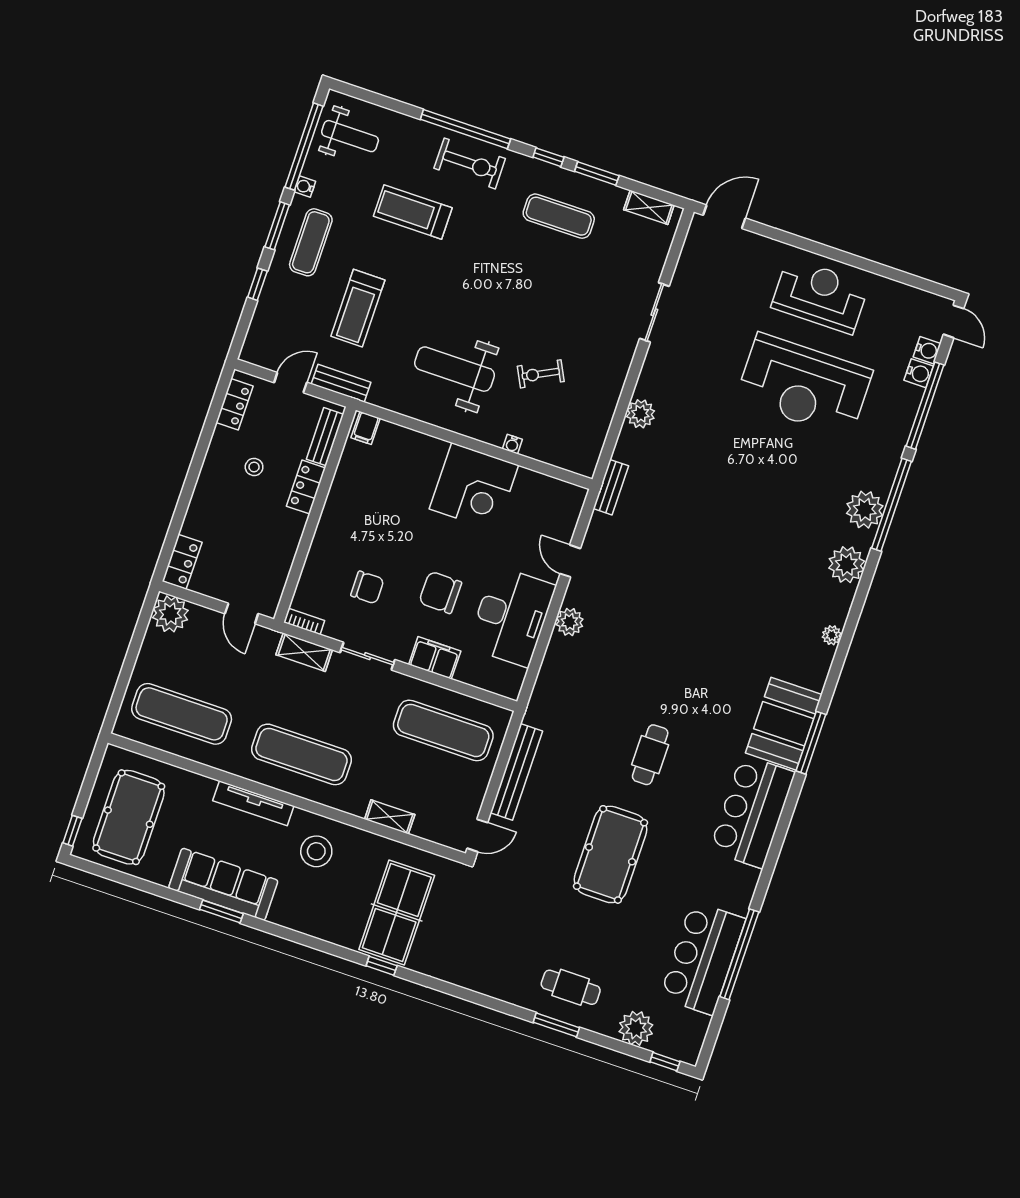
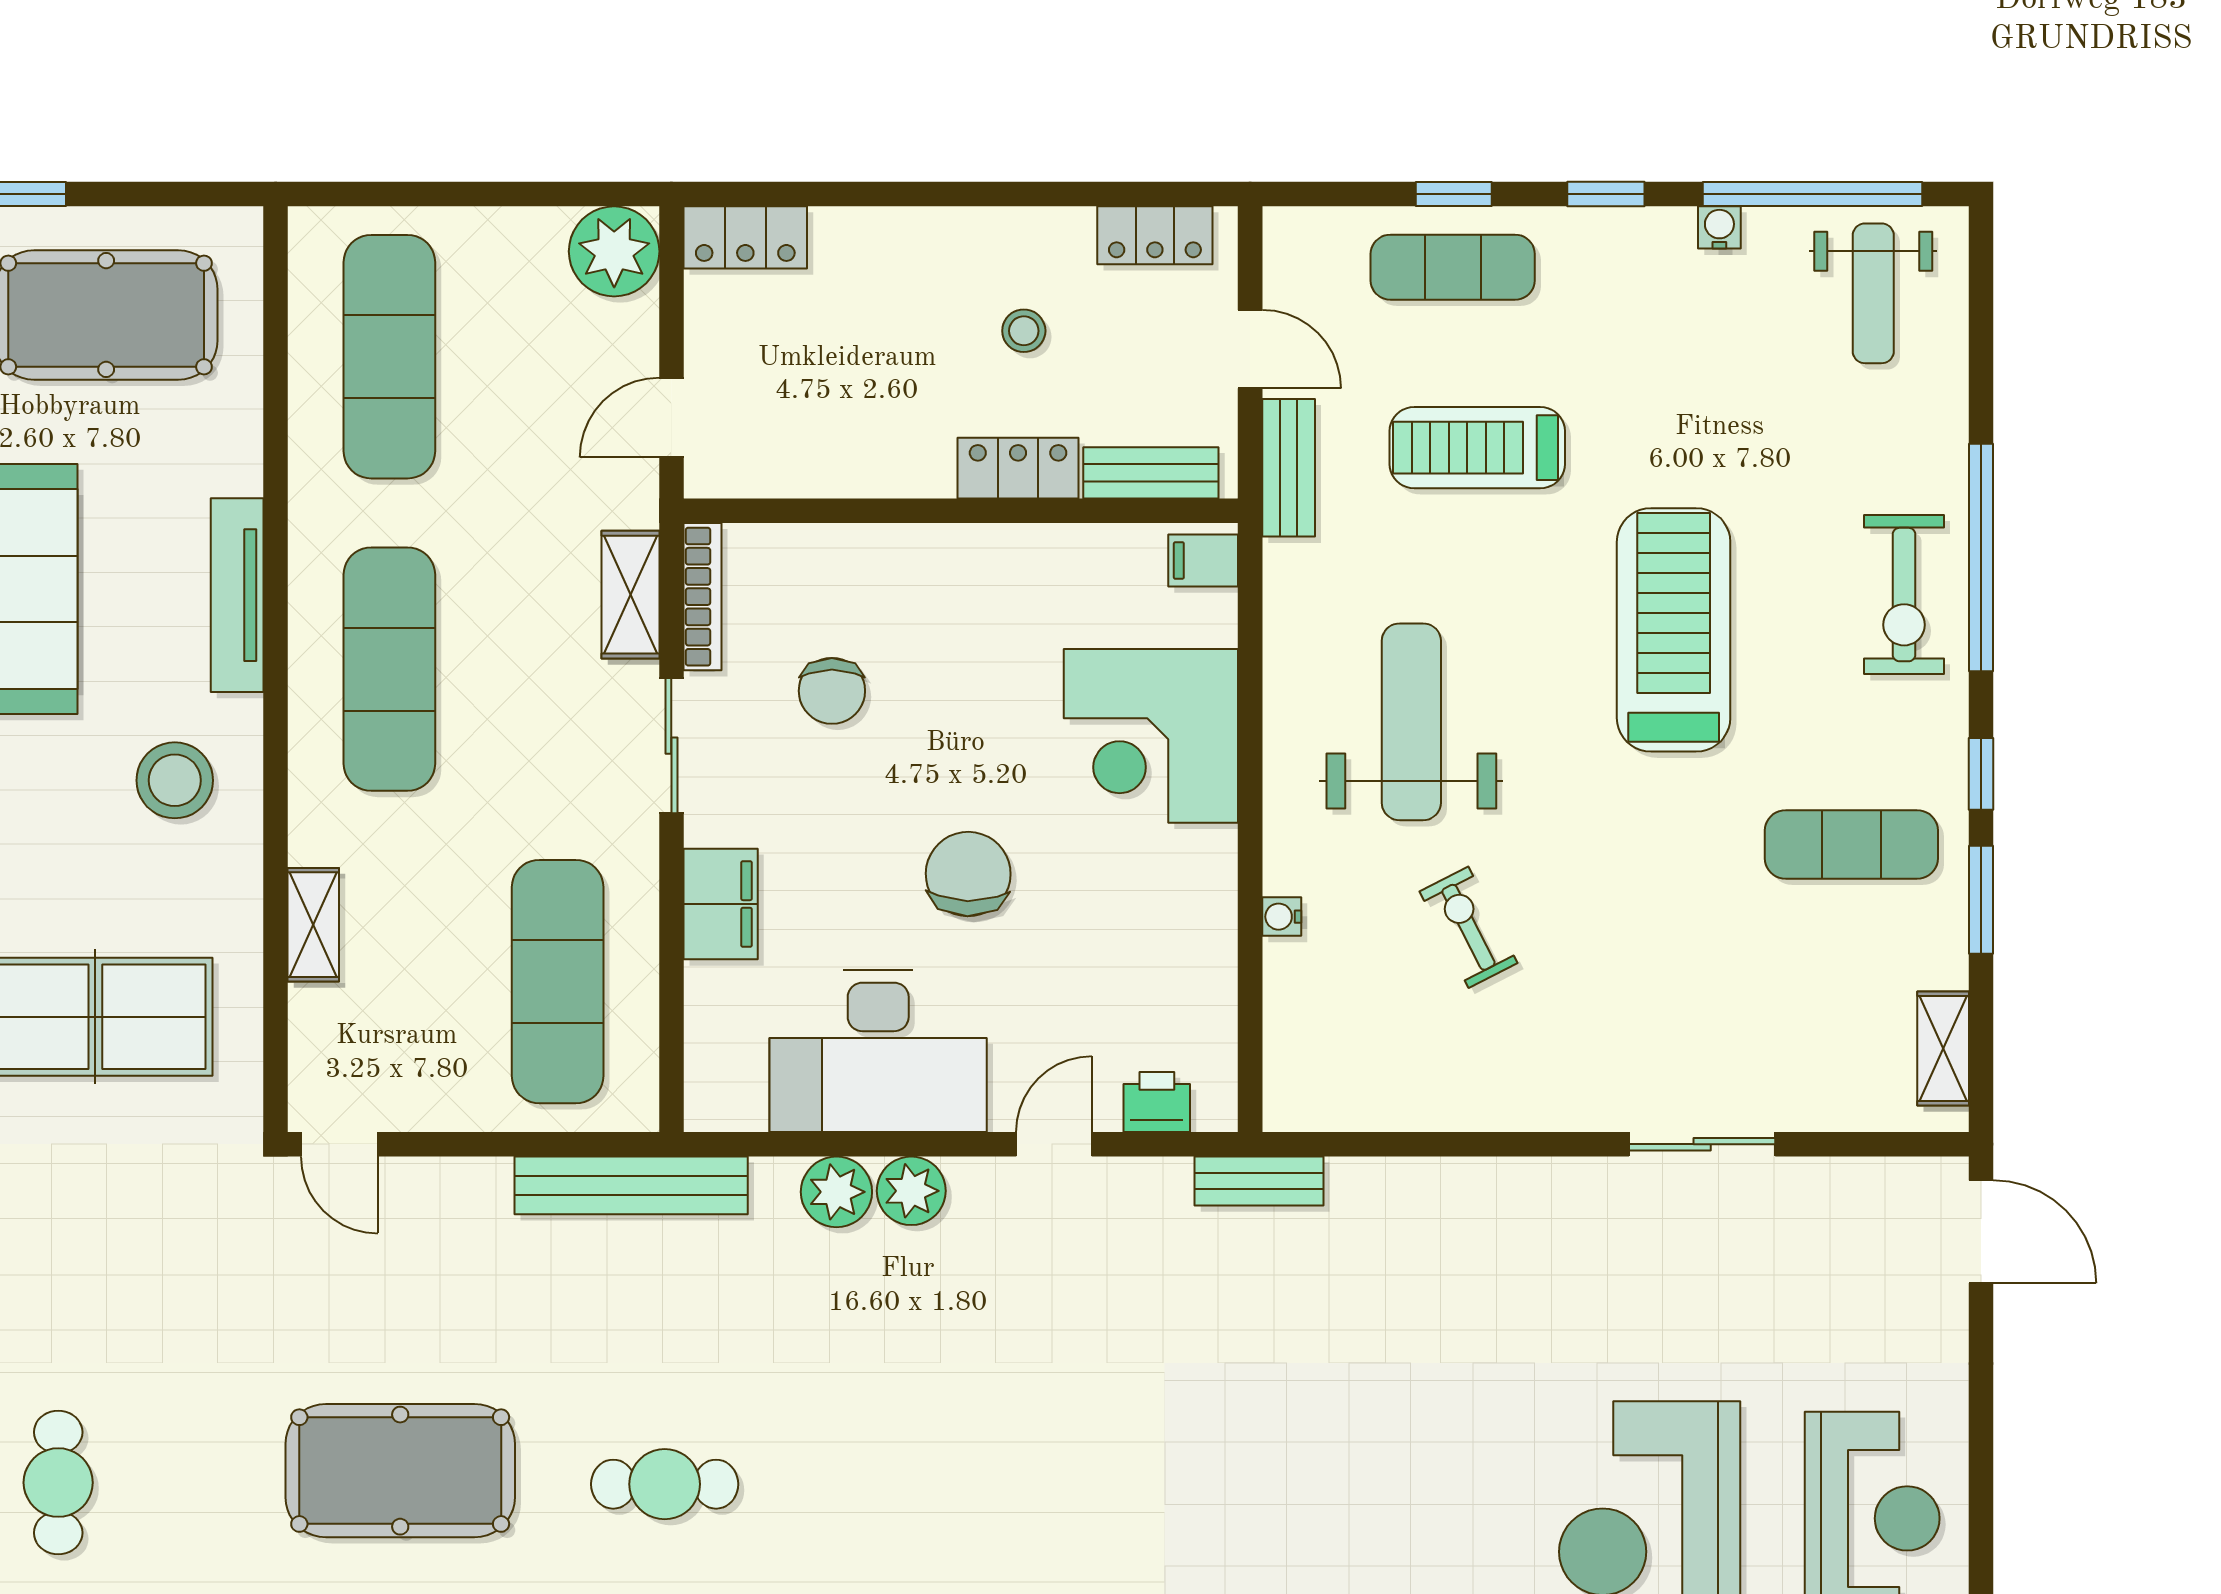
treadmill: (413, 212) -> (1674, 630), moved, width x1.37, depth x1.38
exercise mat: (559, 216) -> (1851, 844), turned 90
window: (277, 226) -> (1606, 194), width x0.67
exercise mat: (311, 242) -> (1453, 267), moved
plant: (640, 414) -> (836, 1192), moved
corner desk: (474, 487) -> (1151, 736), moved
printer: (567, 516) -> (1157, 1102), added
chair: (440, 592) -> (968, 874), moved
bookcase: (304, 621) -> (702, 597), width x1.56
bench: (516, 772) -> (631, 1185), moved

